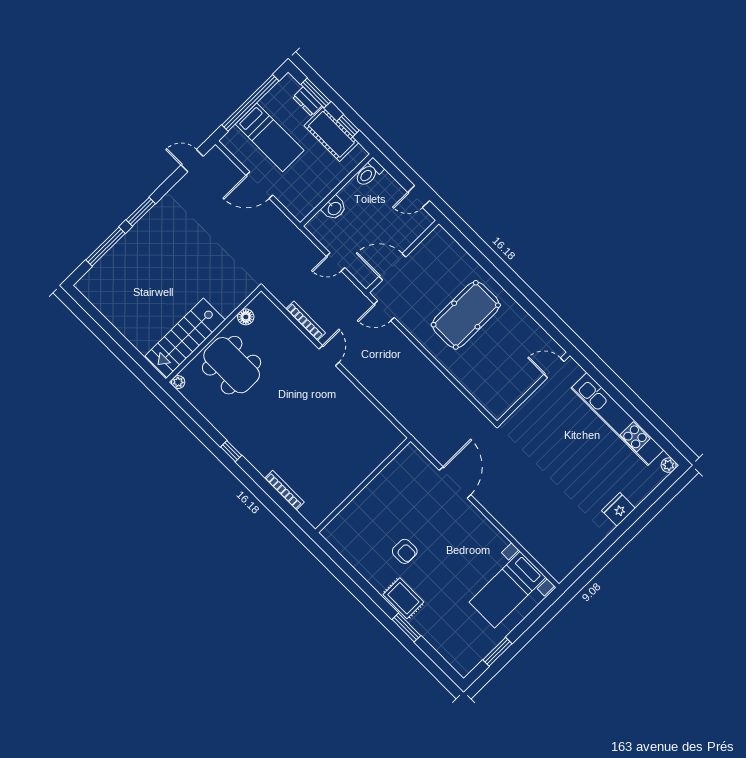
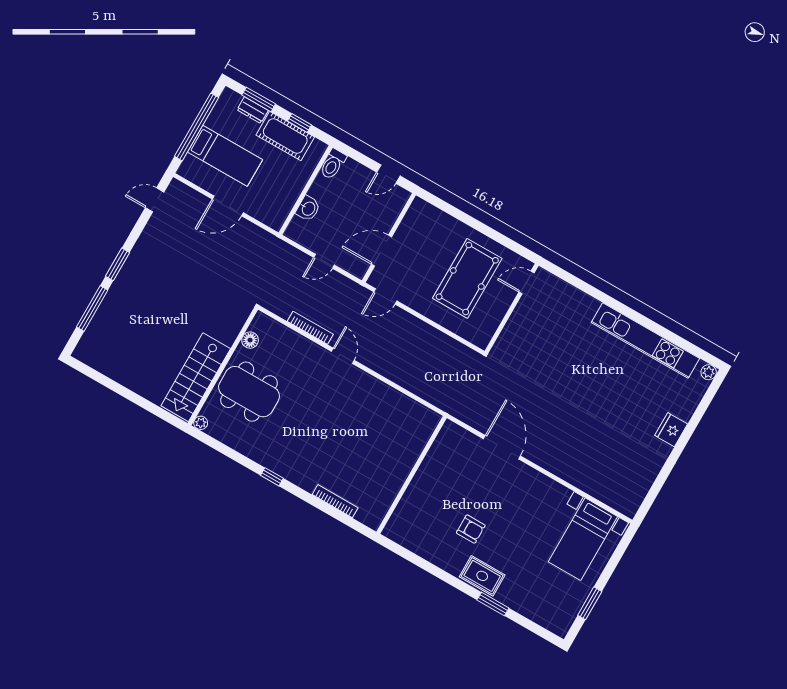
door: (554, 368) -> (526, 283), moved
wall: (533, 388) -> (512, 308), moved

